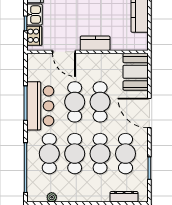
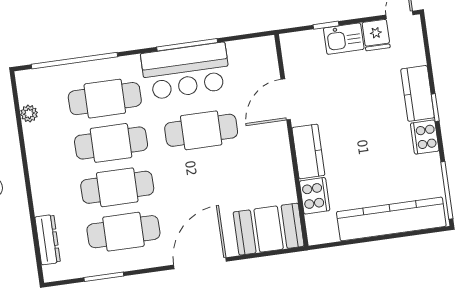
cooker: (34, 36) -> (315, 196), moved, turned -90
cafe table: (100, 102) -> (207, 175), removed

